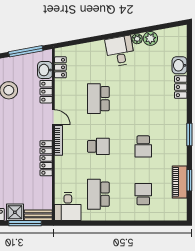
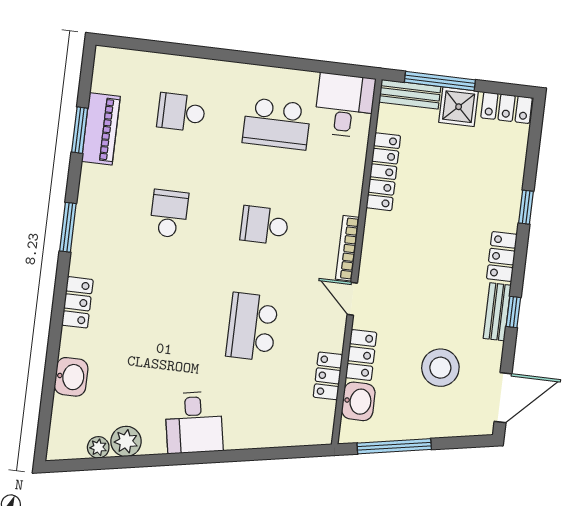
plant: (137, 39) -> (98, 447), moved
locker: (60, 67) -> (328, 376), moved
locker: (181, 87) -> (77, 302), moved
school desk: (98, 99) -> (252, 327), turned 180
locker: (46, 158) -> (383, 172), moved
school desk: (98, 194) -> (277, 124), turned 90
school desk: (143, 194) -> (181, 112), turned 90

